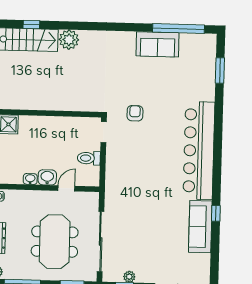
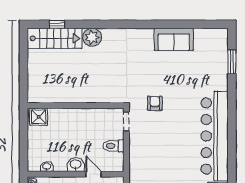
window: (178, 29) -> (193, 24), removed
washbasin: (30, 179) -> (47, 167), moved
door: (66, 188) -> (94, 174), hinge flipped

